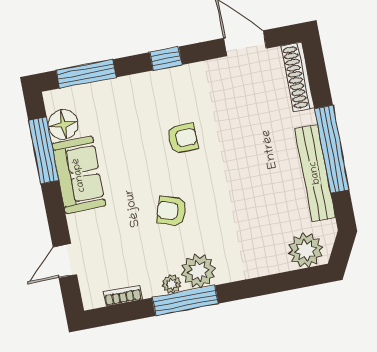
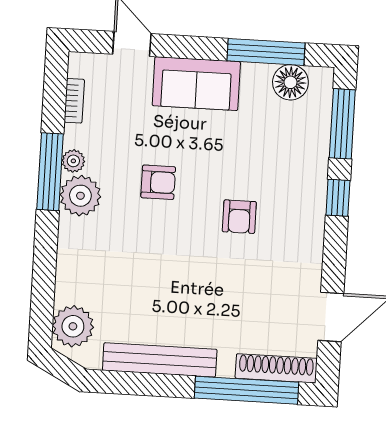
window: (166, 58) -> (338, 198), moved
window: (332, 149) -> (246, 390), moved
sofa: (79, 175) -> (196, 84), moved
armchair: (171, 211) -> (158, 182), turned 71

